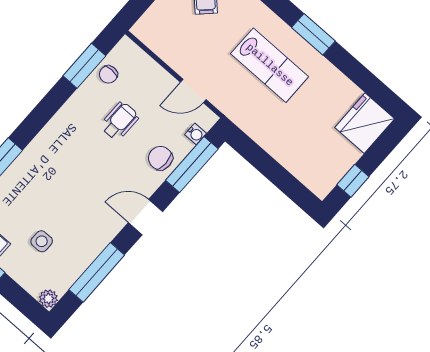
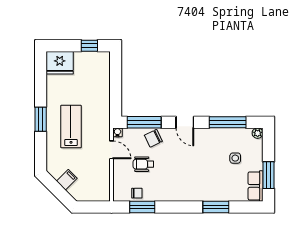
wheelchair: (120, 121) -> (143, 164), moved
water cooler: (195, 134) -> (117, 132), moved
chair: (160, 158) -> (153, 138), turned 64

